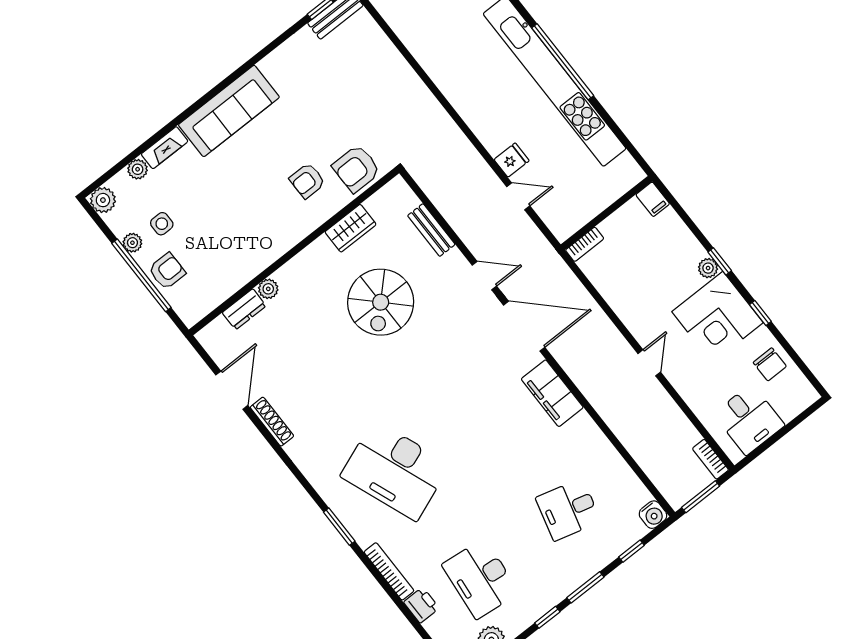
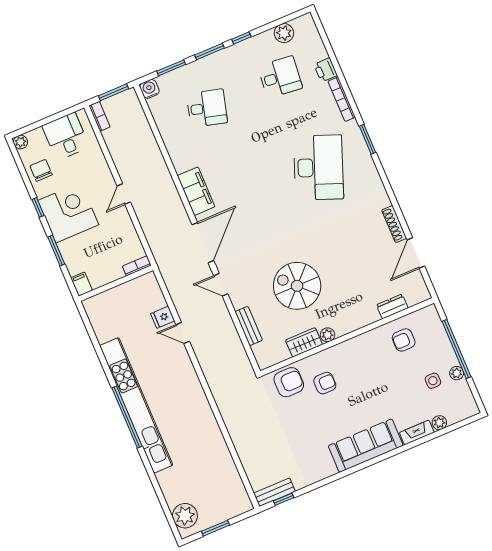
fridge: (512, 160) -> (163, 317), moved
filing cabinet: (653, 199) -> (82, 284), moved
plant: (103, 200) -> (469, 408), removed
wall: (606, 213) -> (116, 283), moved
bookcase: (585, 244) -> (137, 266), moved
window: (720, 261) -> (56, 251), width x1.50
plant: (708, 268) -> (21, 142), moved
armchair: (167, 271) -> (404, 340), moved
plant: (268, 289) -> (327, 335), moved
spiral stairs: (381, 302) -> (297, 286), turned -90
door: (524, 326) -> (203, 243), swing flipped
desk: (395, 470) -> (318, 167), turned 42
window: (631, 551) -> (171, 68), width x1.50
desk: (481, 579) -> (280, 77), width x0.73

